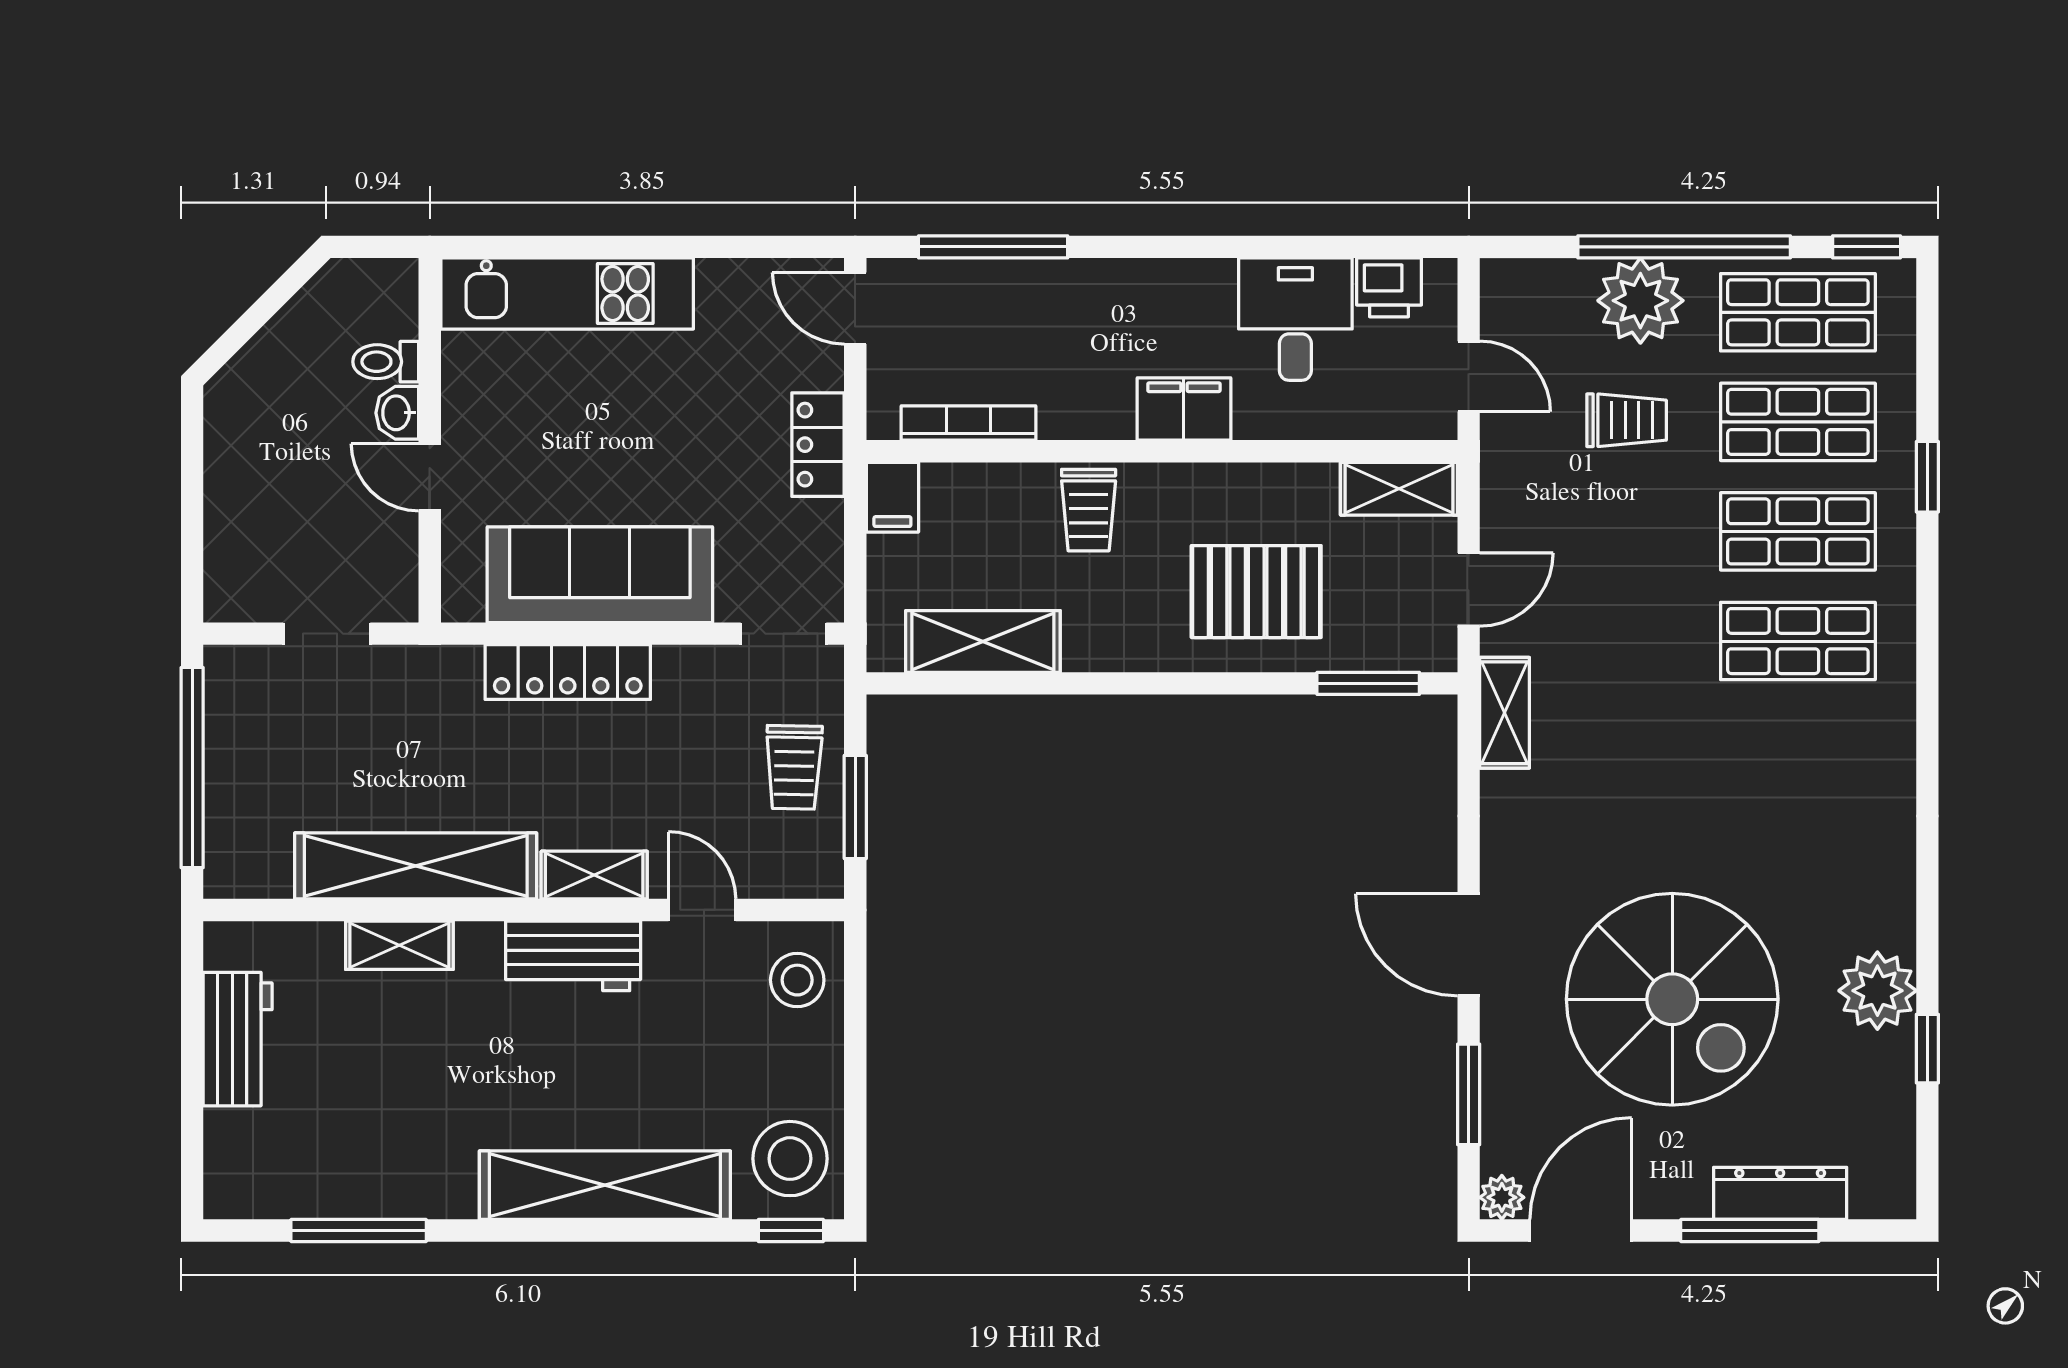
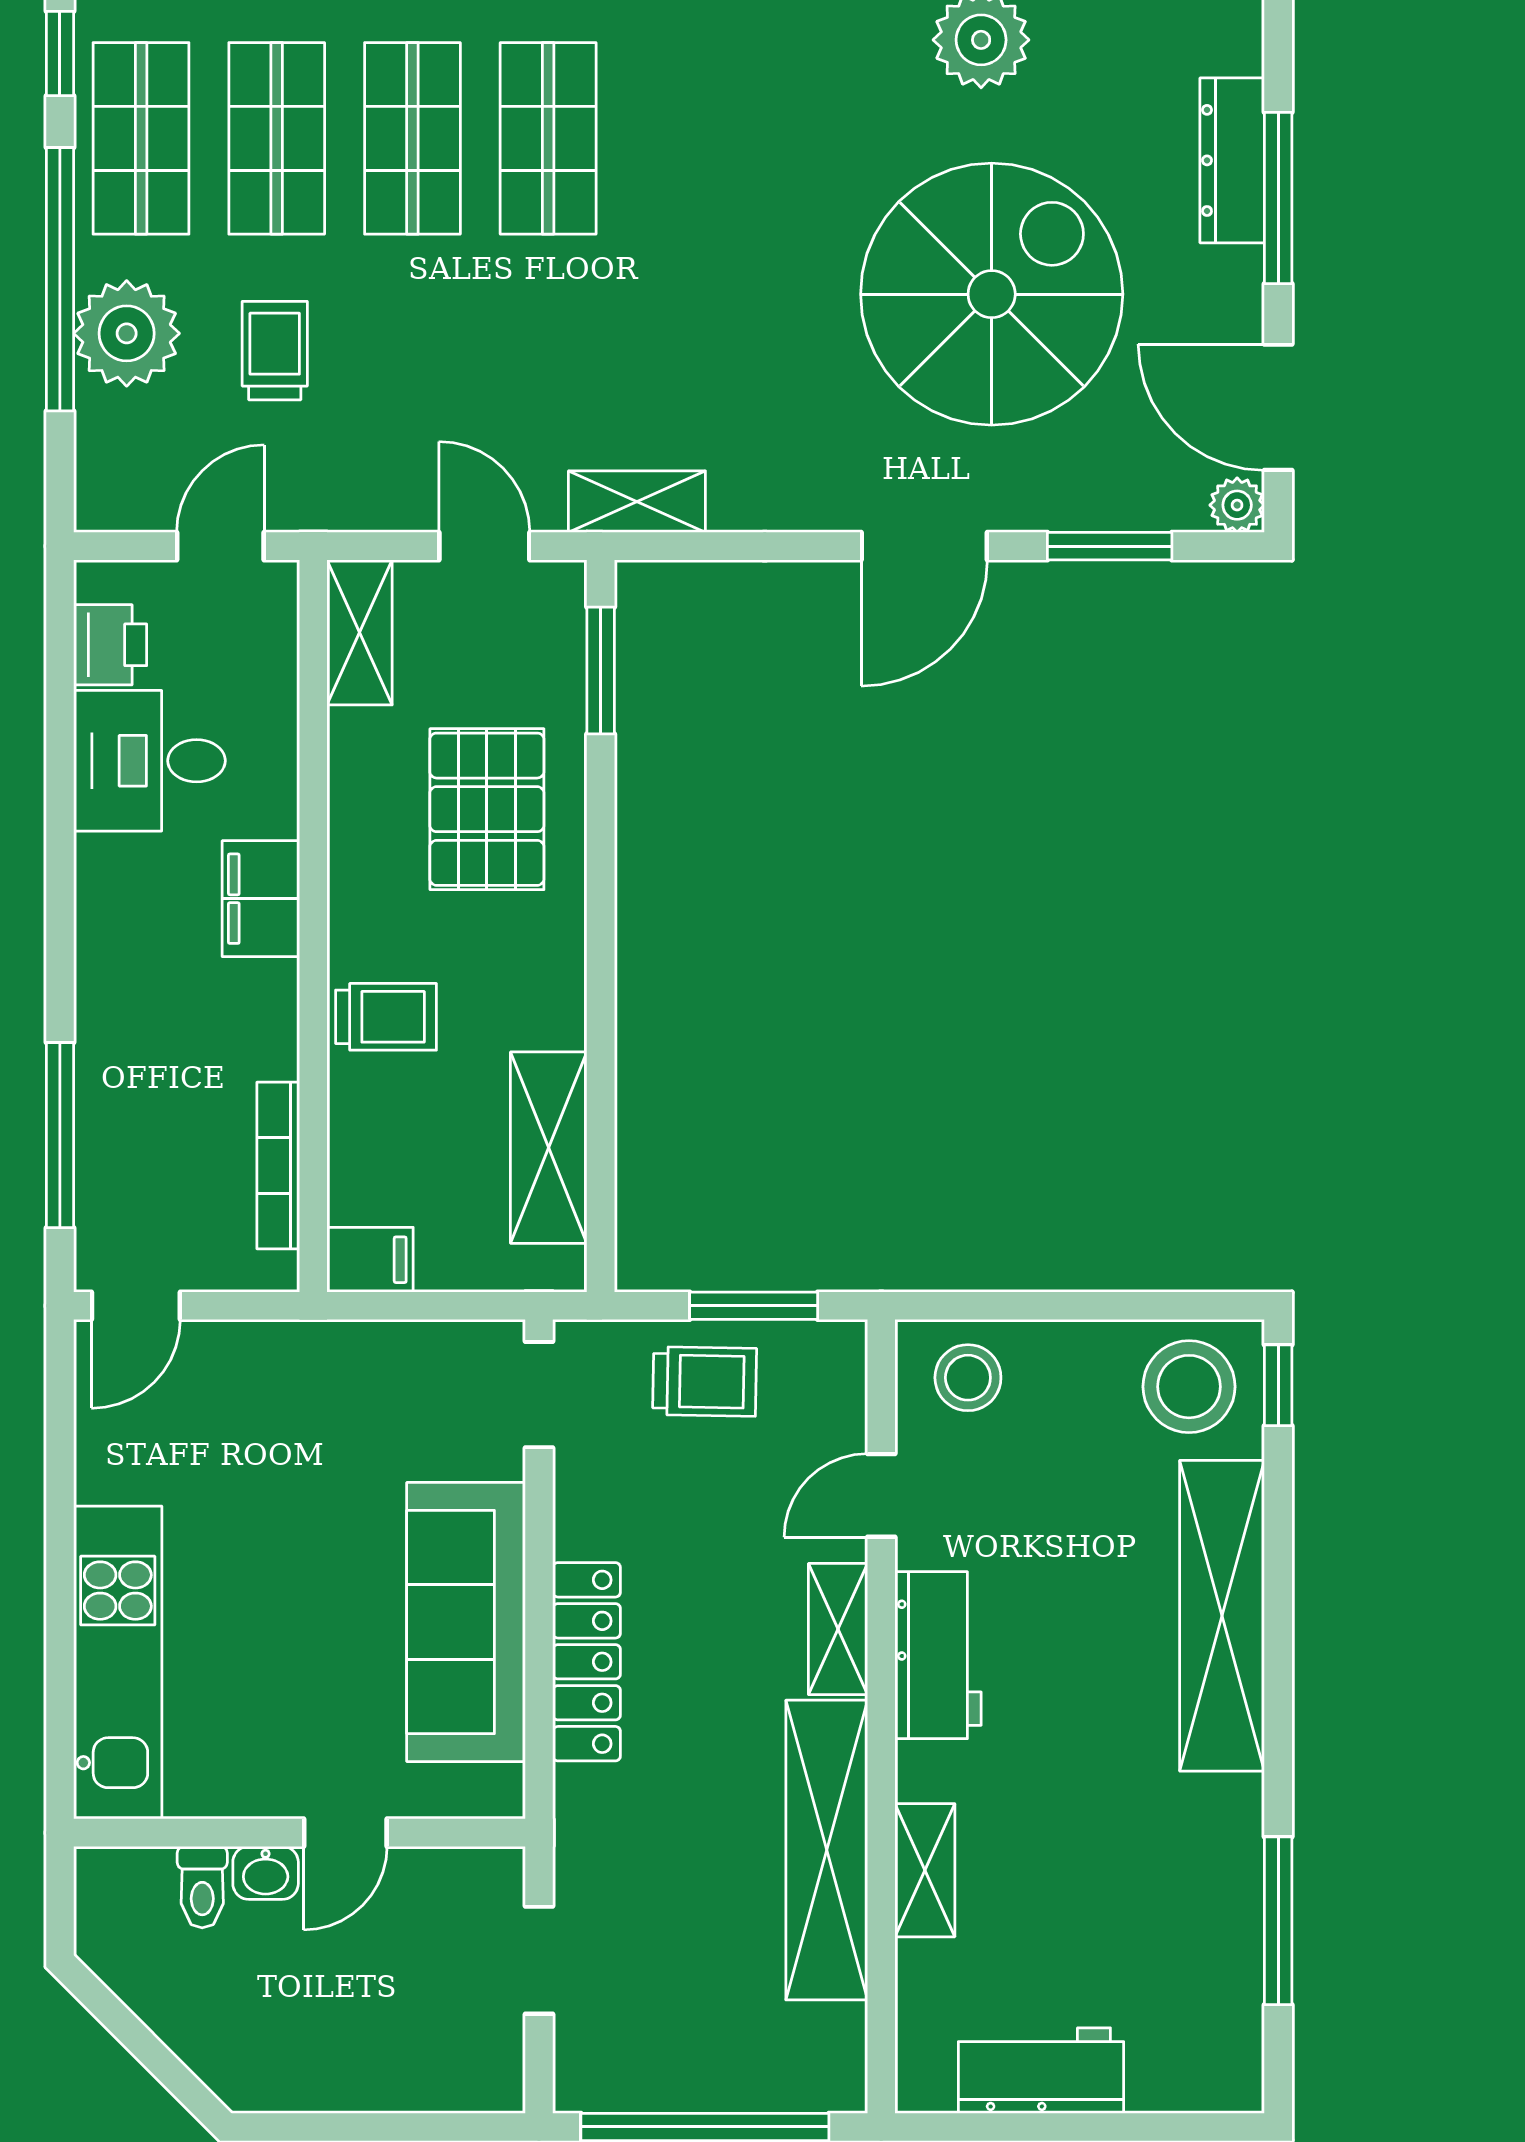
locker: (818, 445) -> (305, 1352), removed

